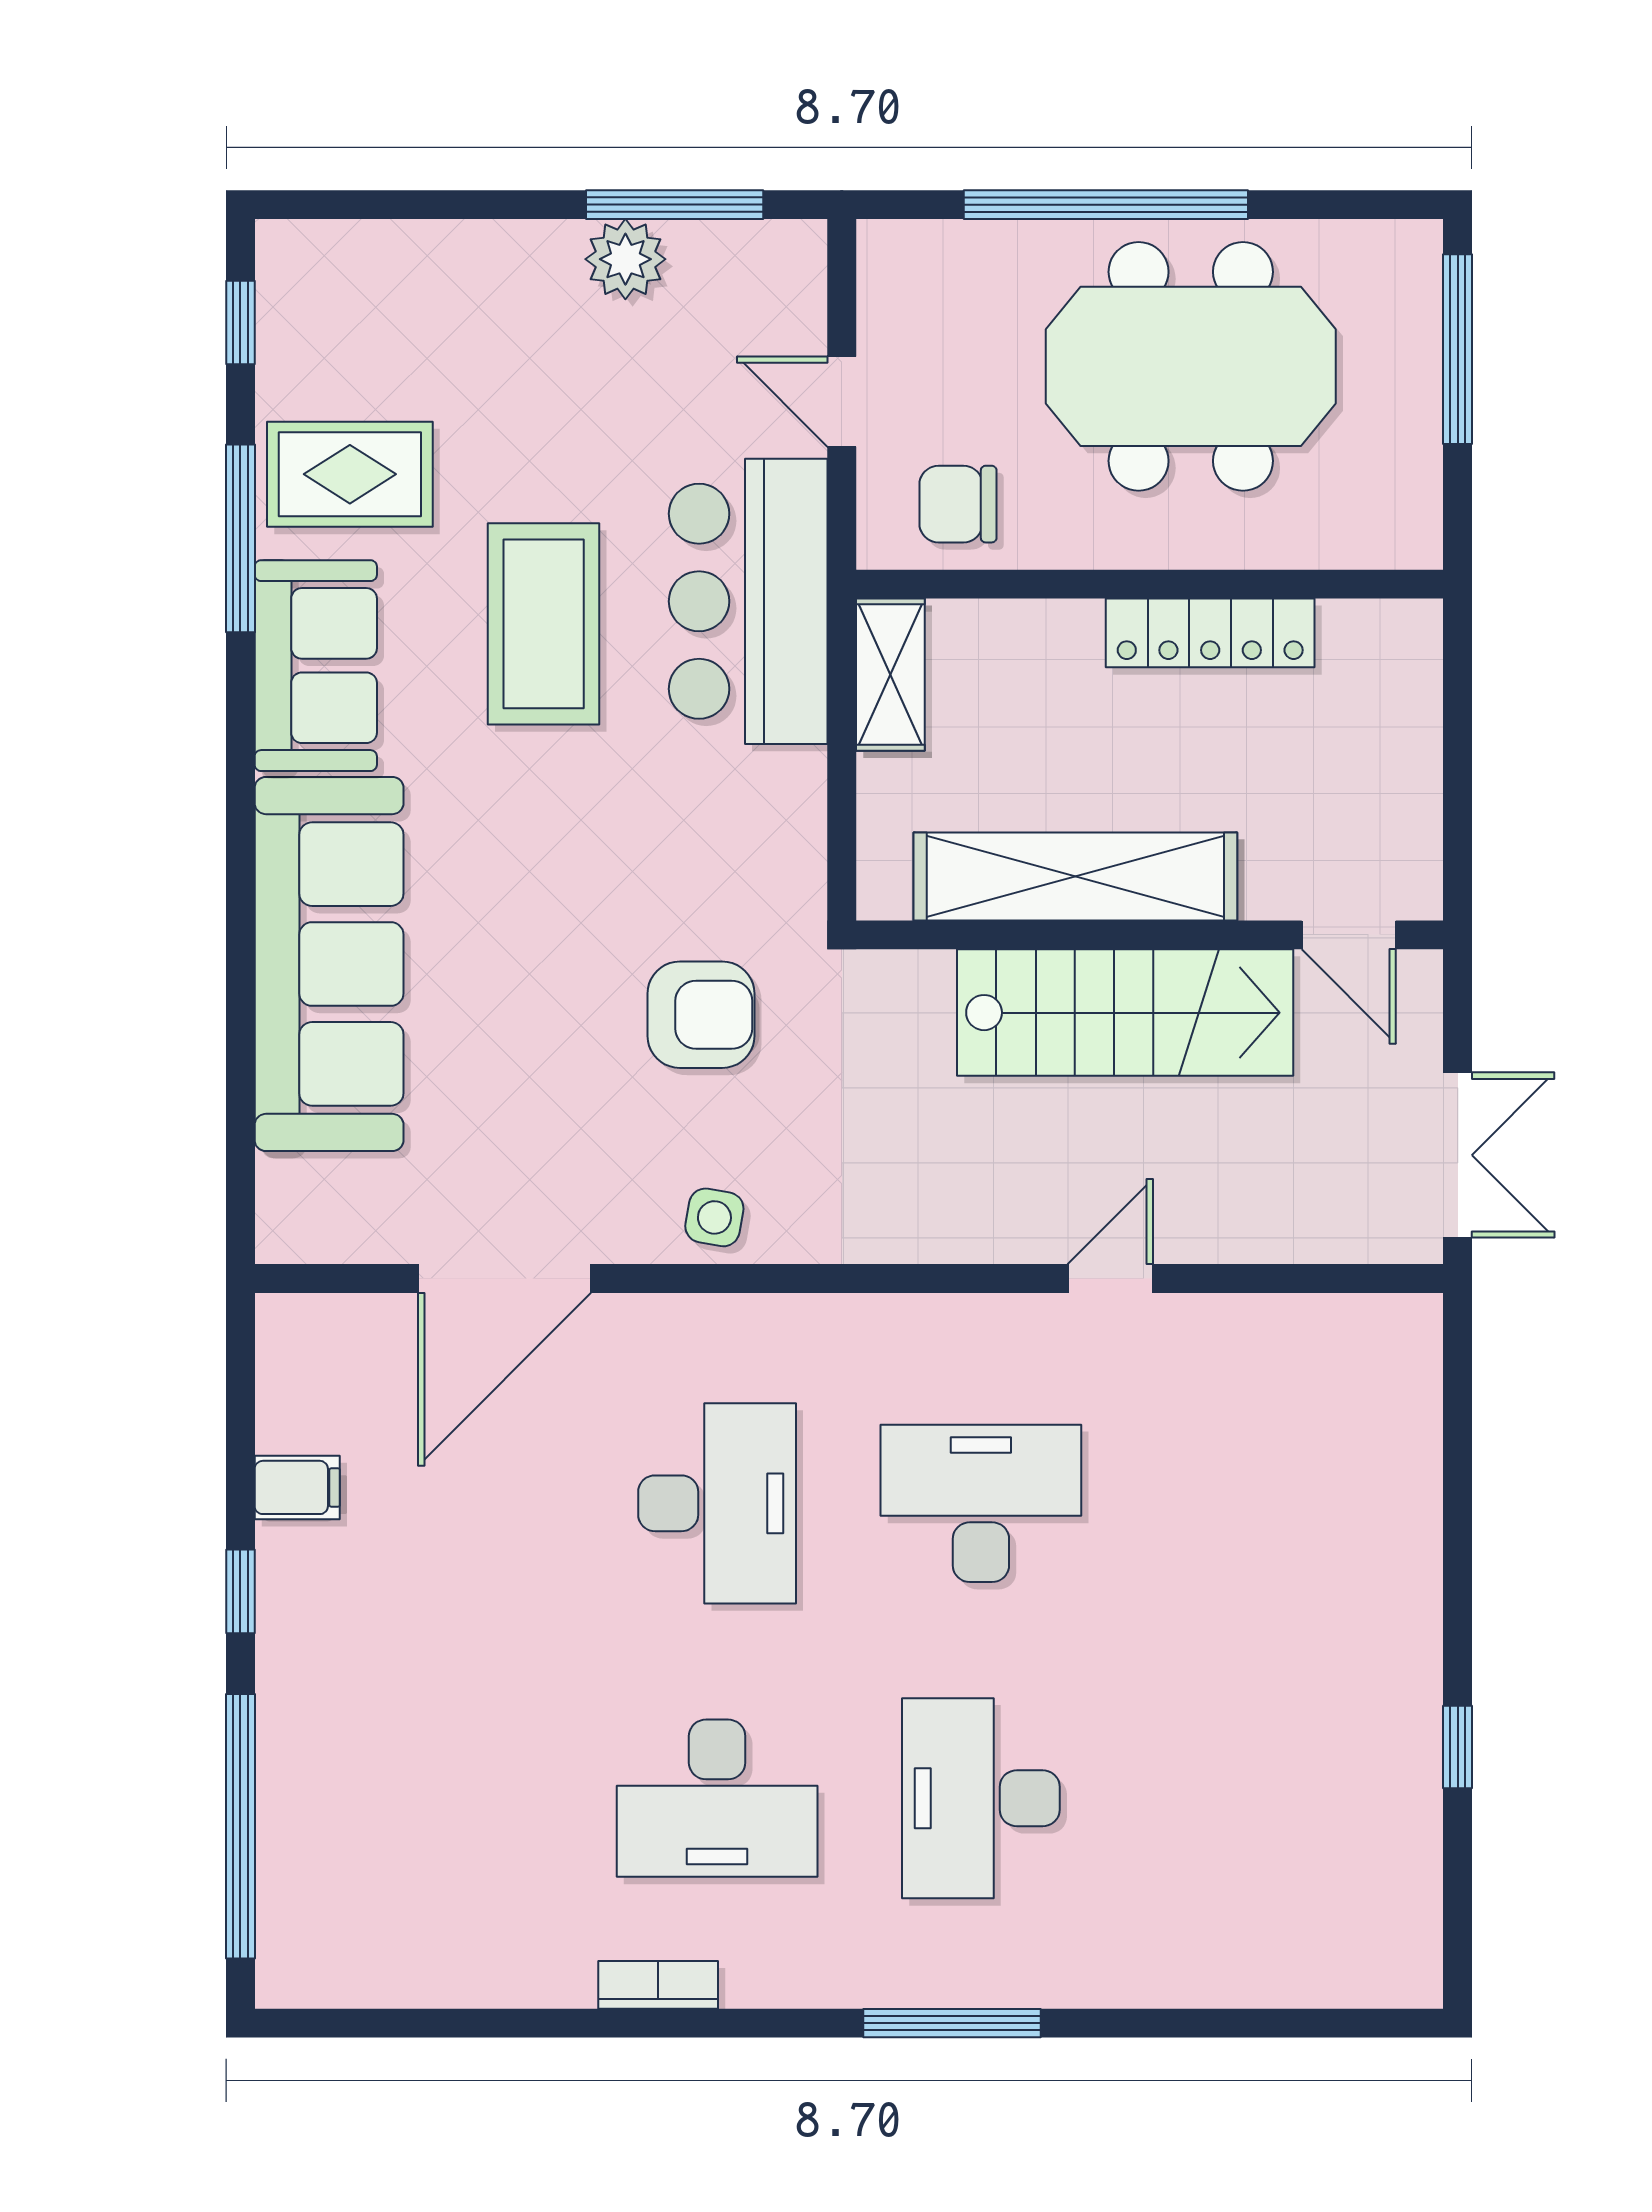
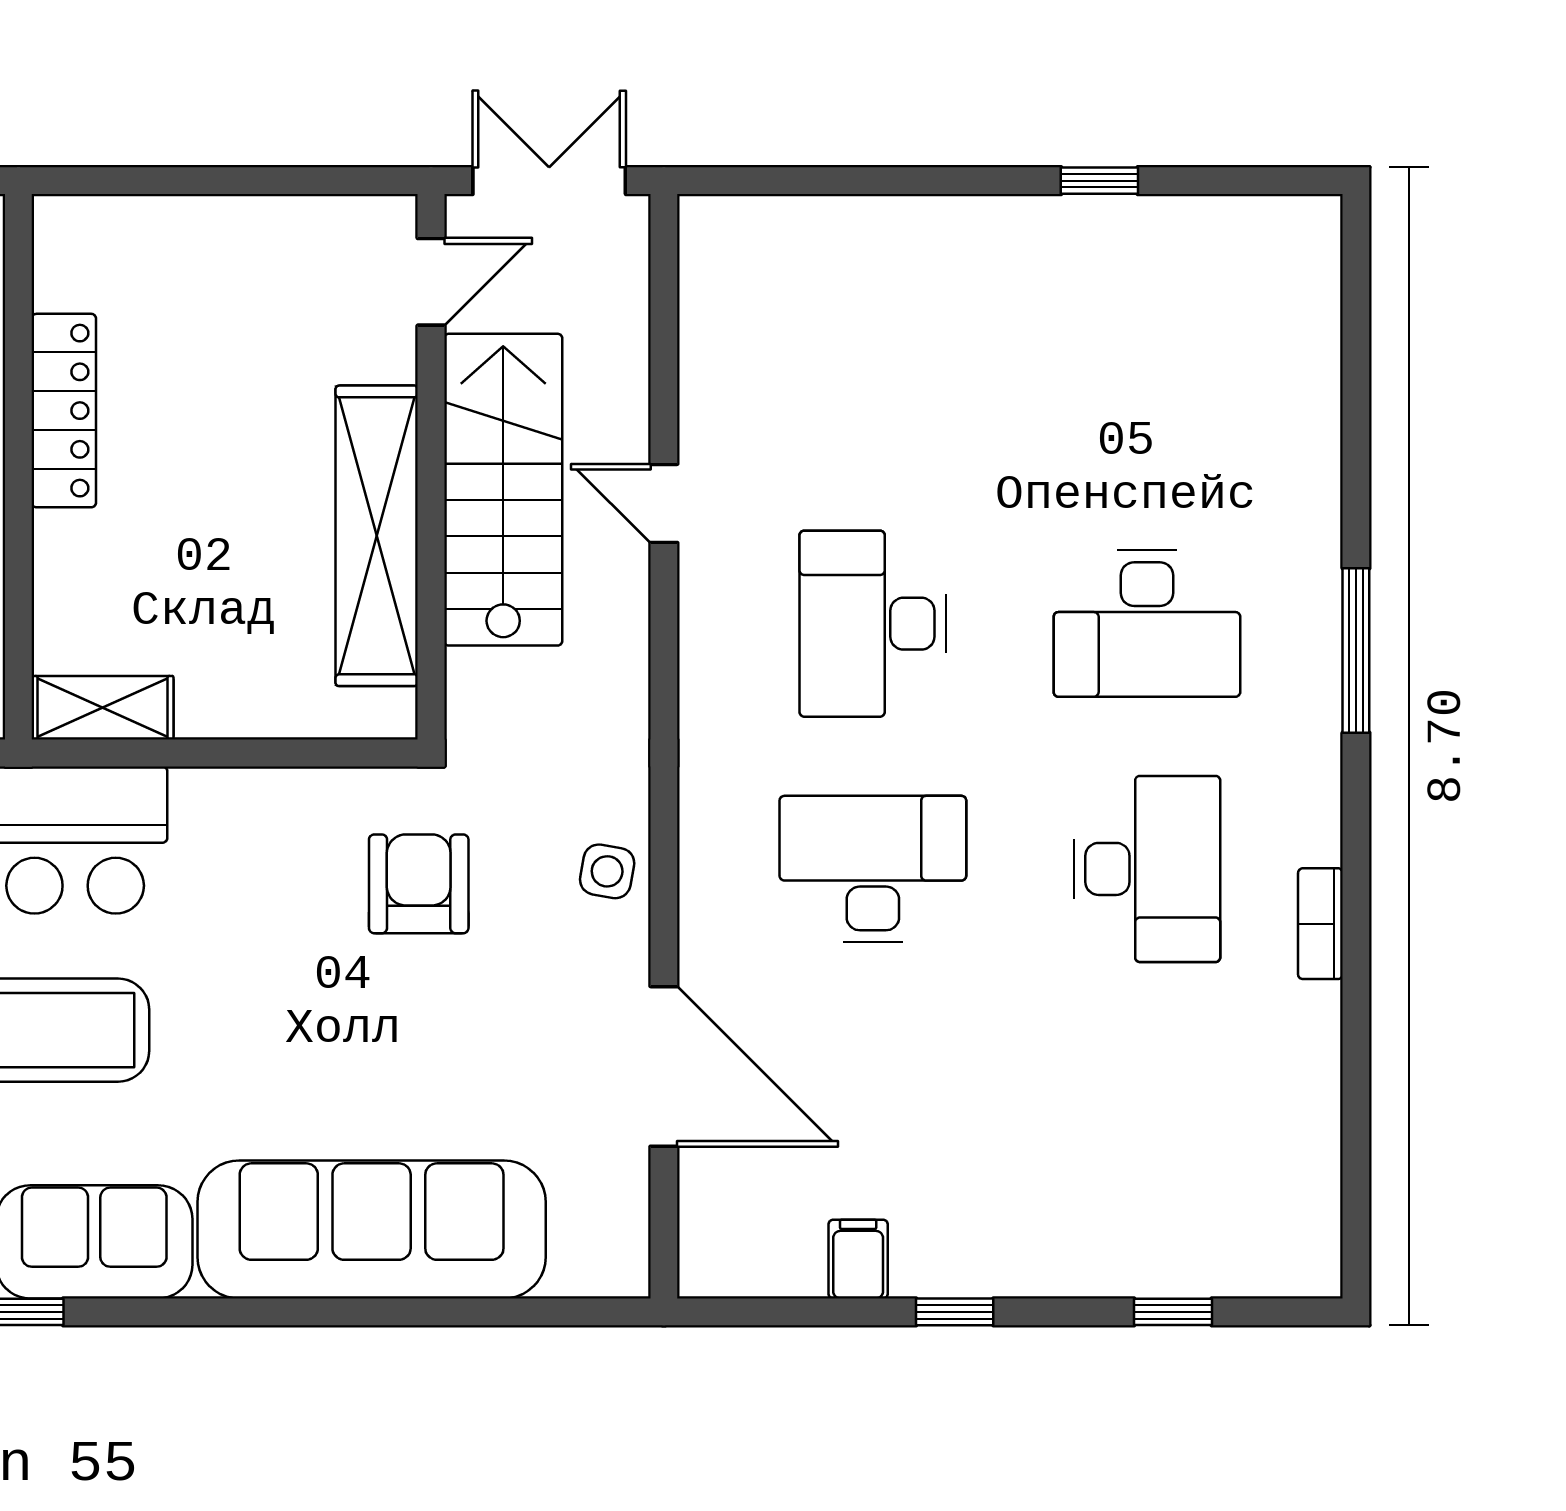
shelving: (1075, 876) -> (377, 536), moved
wall: (1150, 935) -> (431, 467), moved
door: (1349, 935) -> (431, 282), moved
stairs: (1125, 1013) -> (503, 490), moved
window: (240, 1826) -> (1173, 1312), width x0.32

